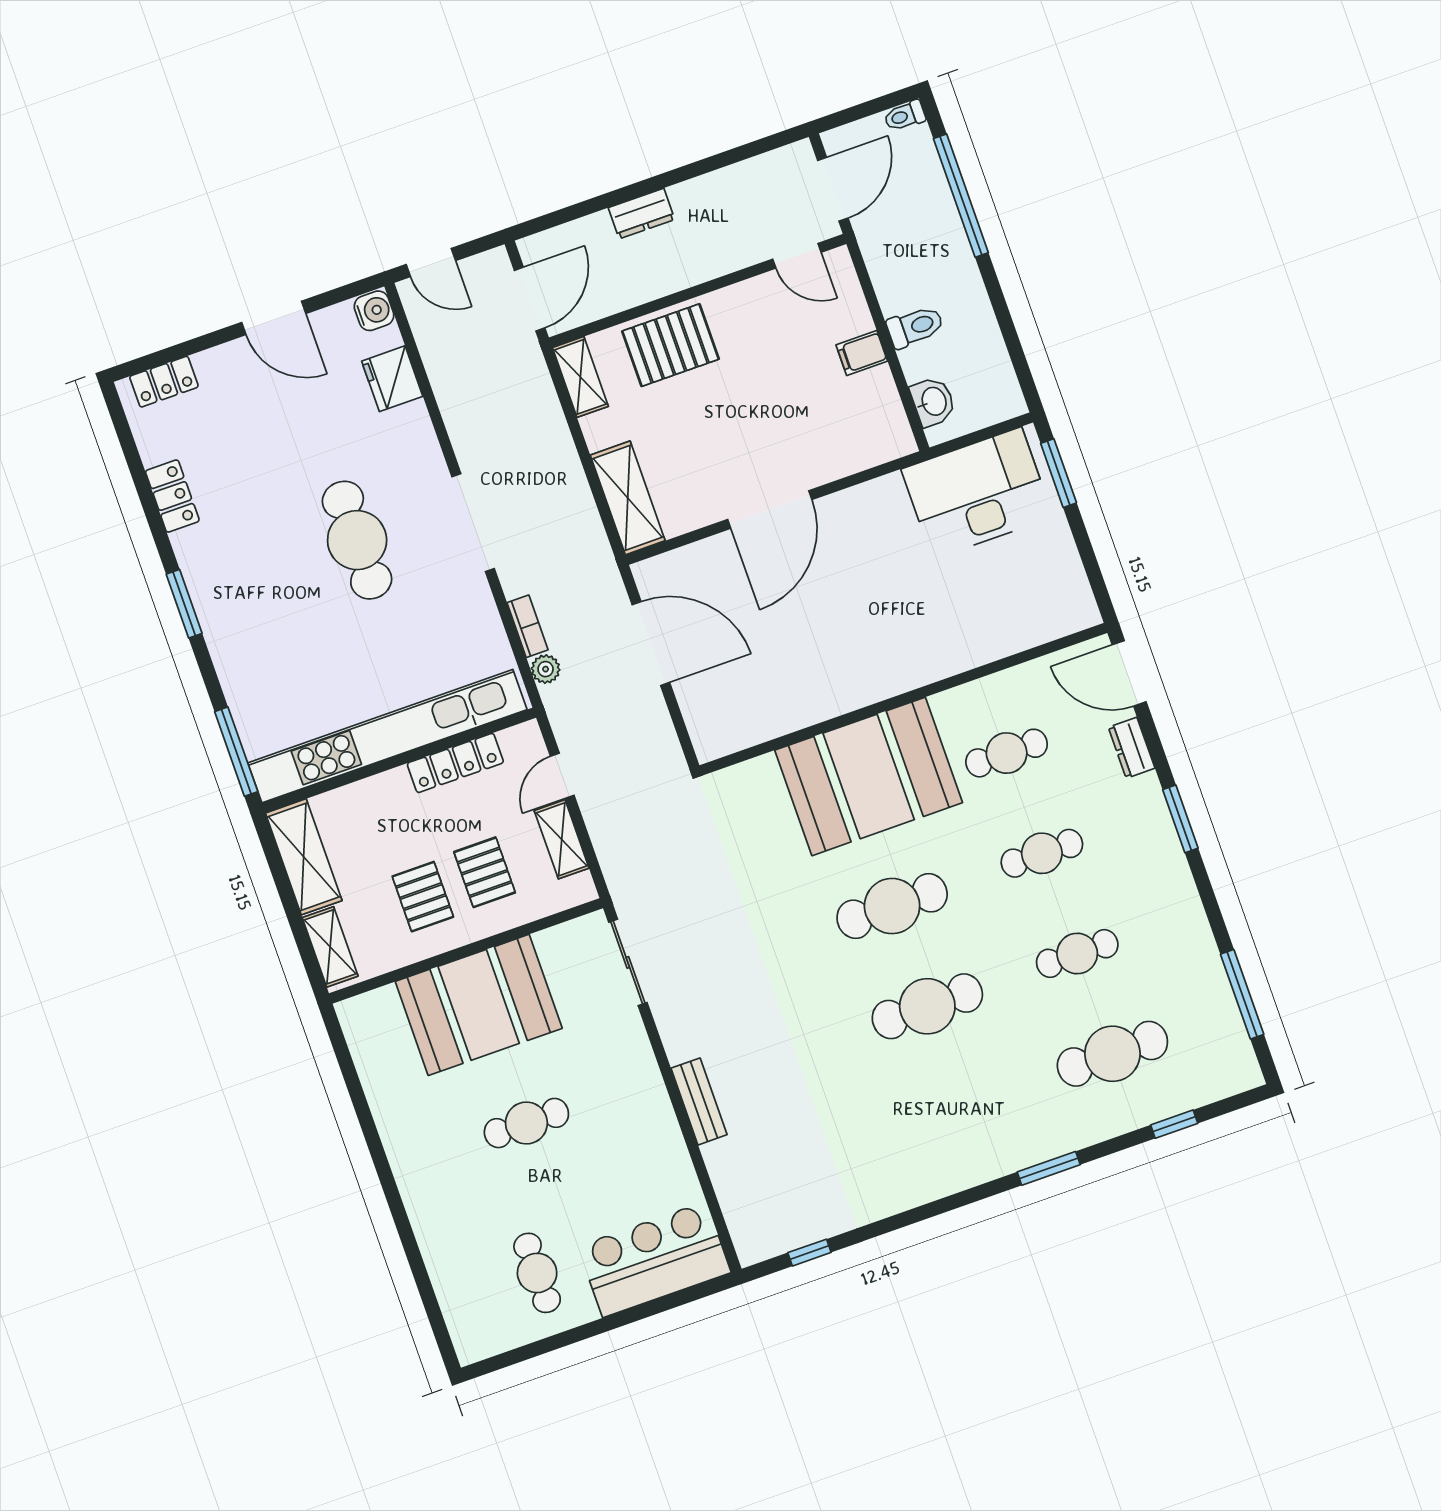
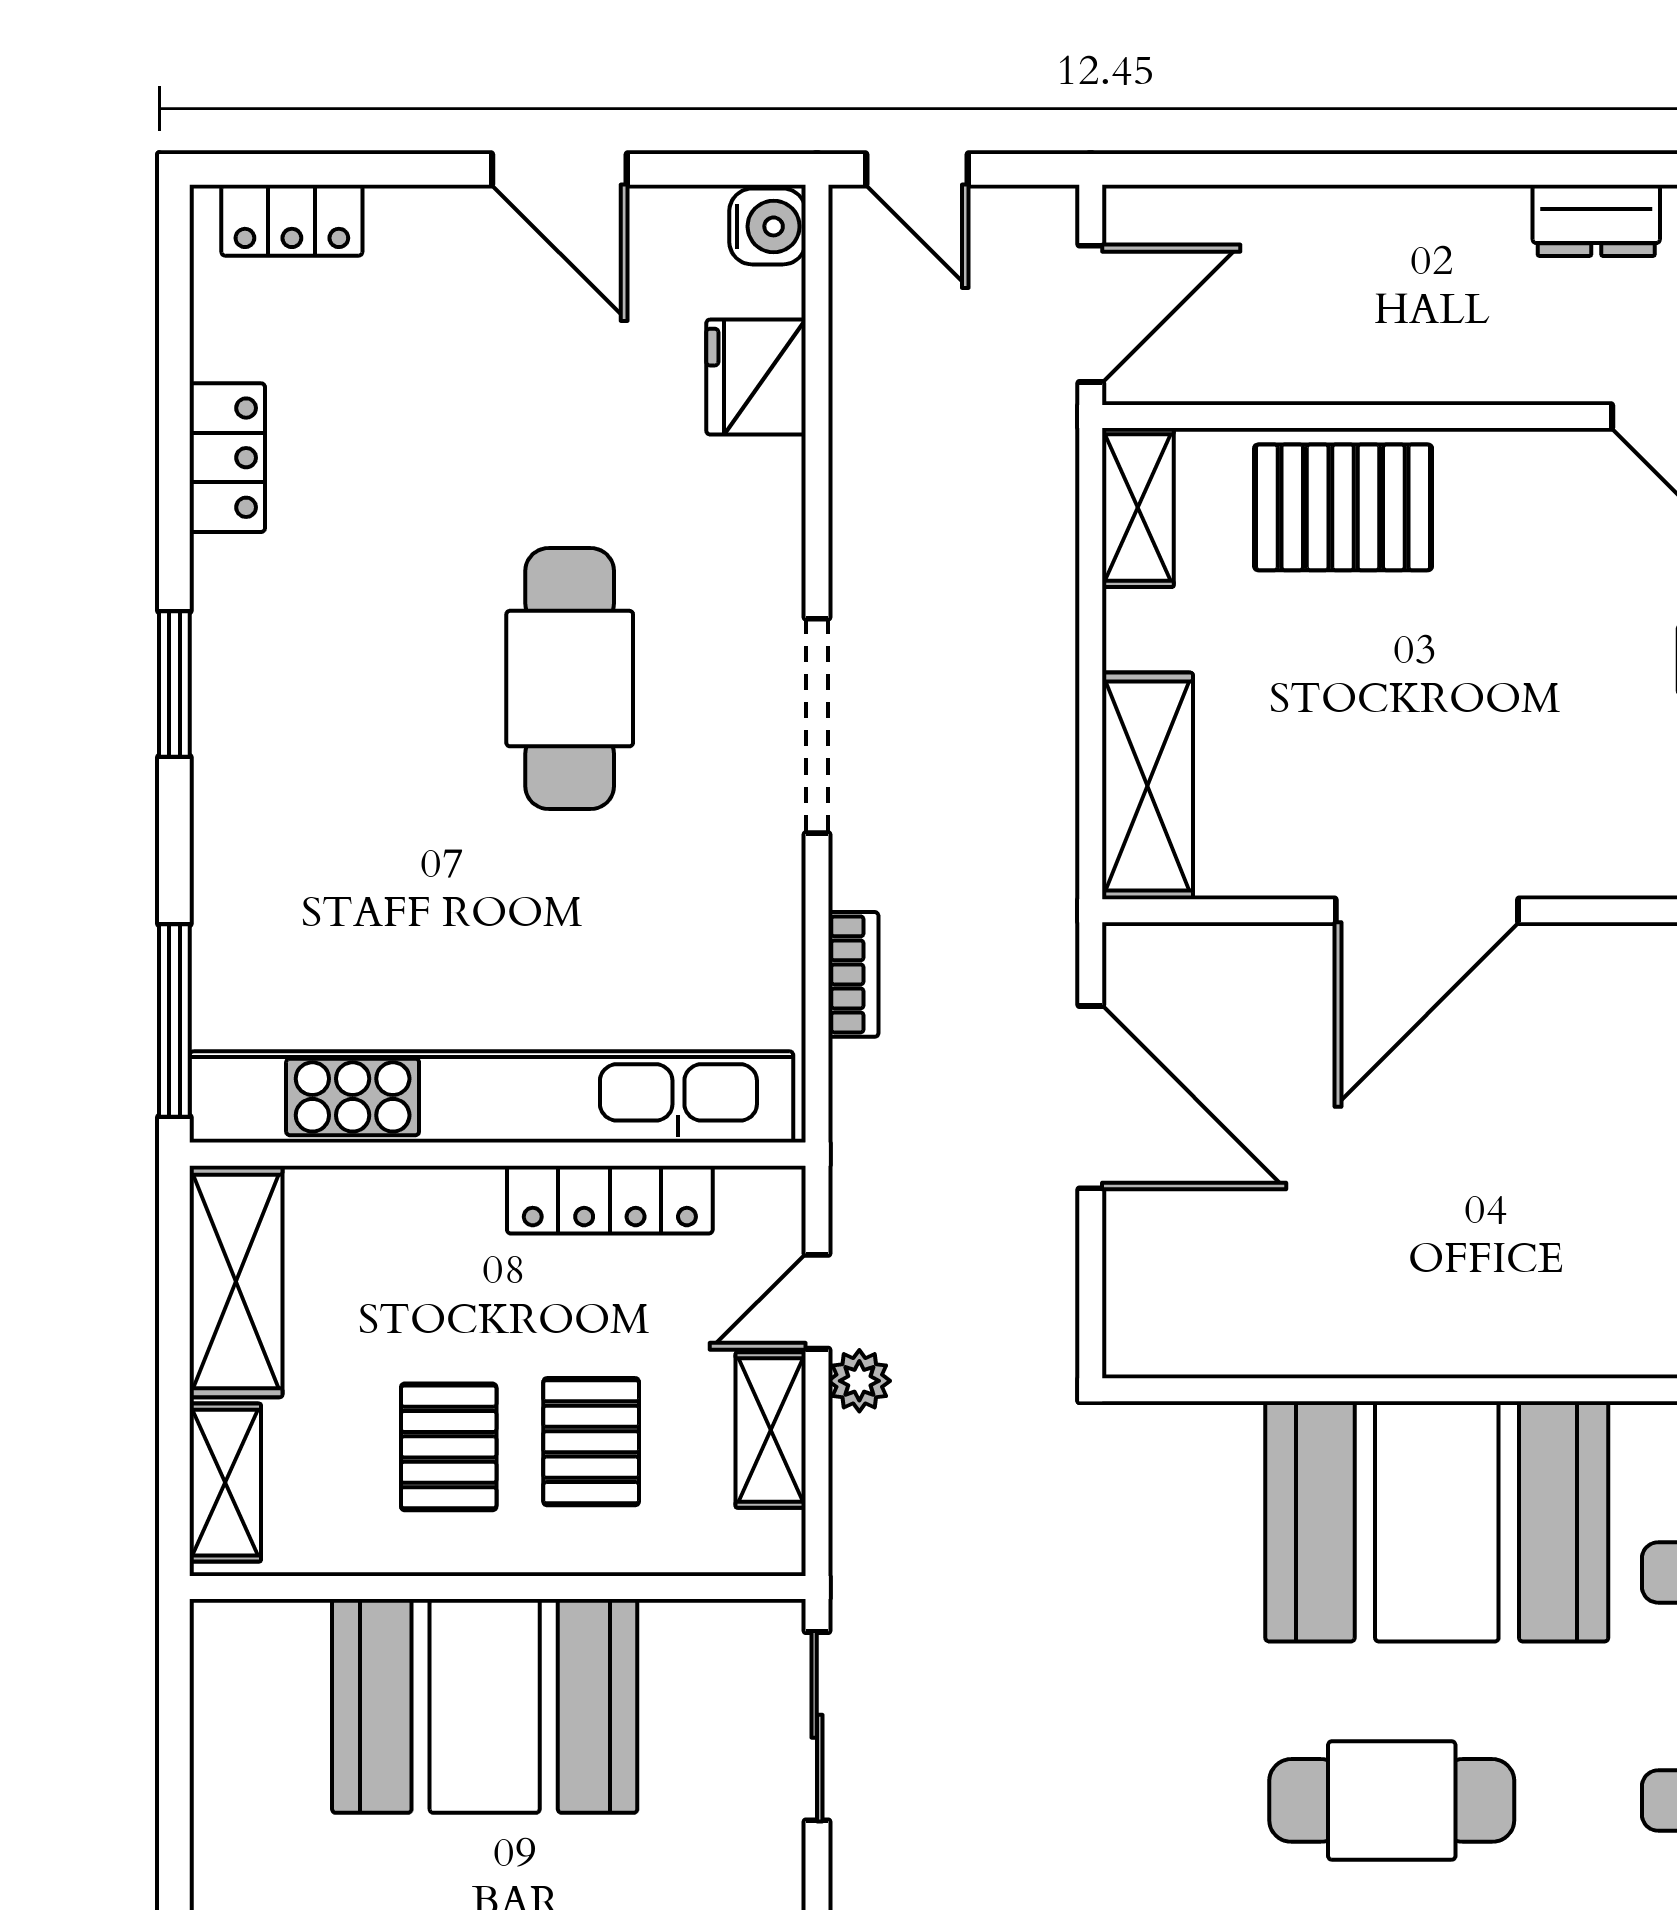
dresser: (642, 214) -> (1596, 220), moved
plant: (546, 669) -> (859, 1381), moved

